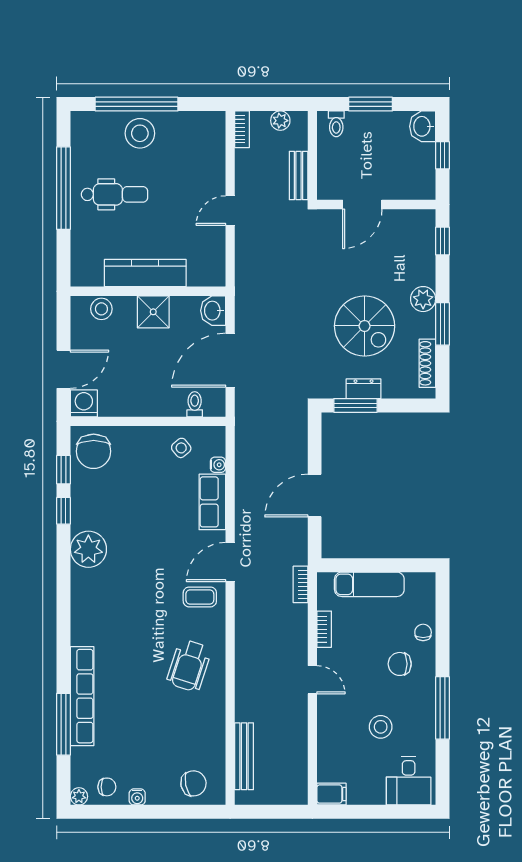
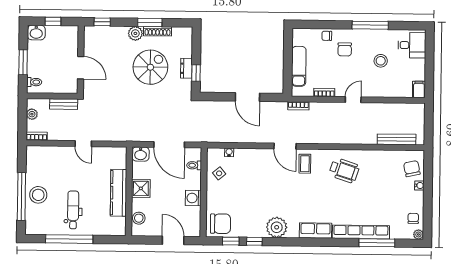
shoe rack: (427, 363) -> (158, 31), moved
washing machine: (84, 403) -> (193, 198), moved
window: (355, 405) -> (196, 73), width x0.67
row of seats: (212, 502) -> (316, 231), moved, turned 180
water cooler: (137, 797) -> (419, 185), moved

